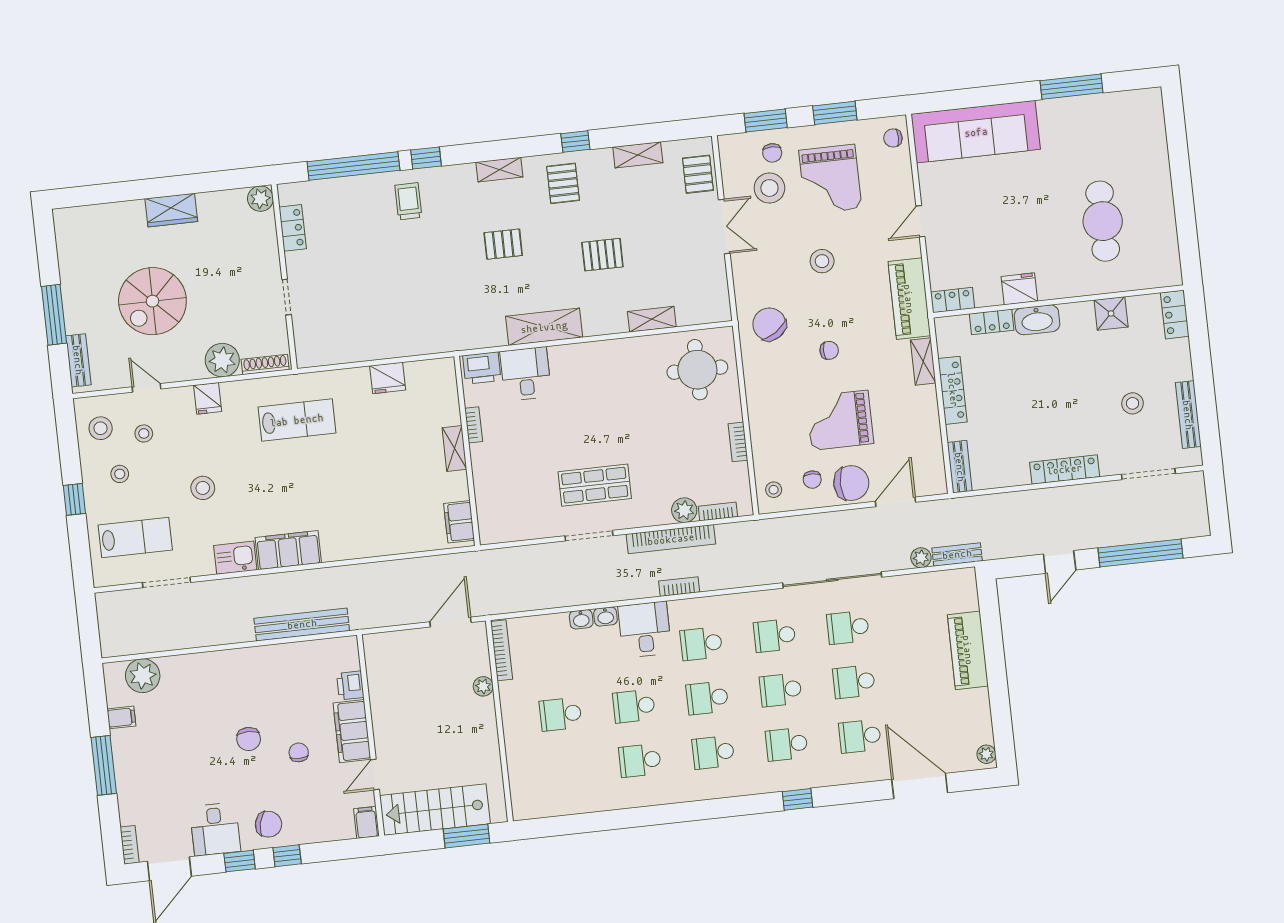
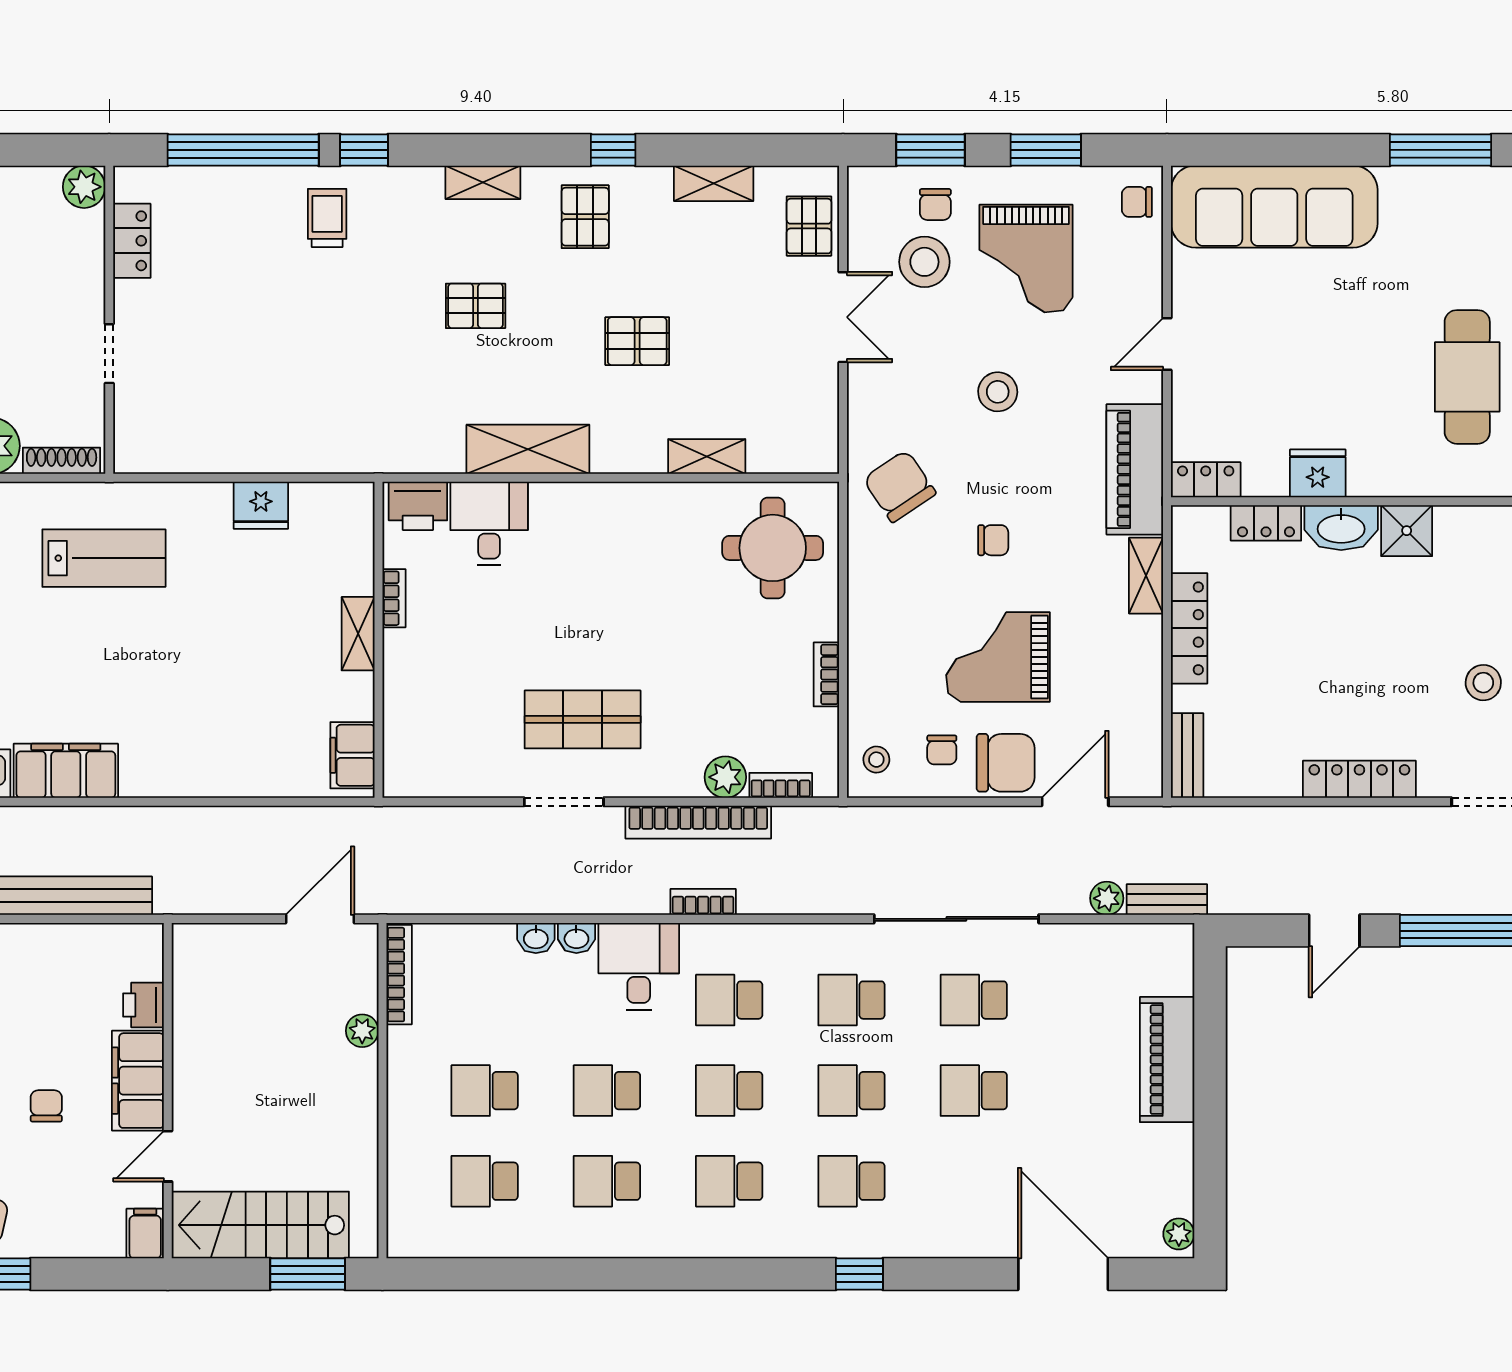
shower: (1111, 313) -> (1407, 531), moved
school desk: (860, 736) -> (485, 1181), moved

